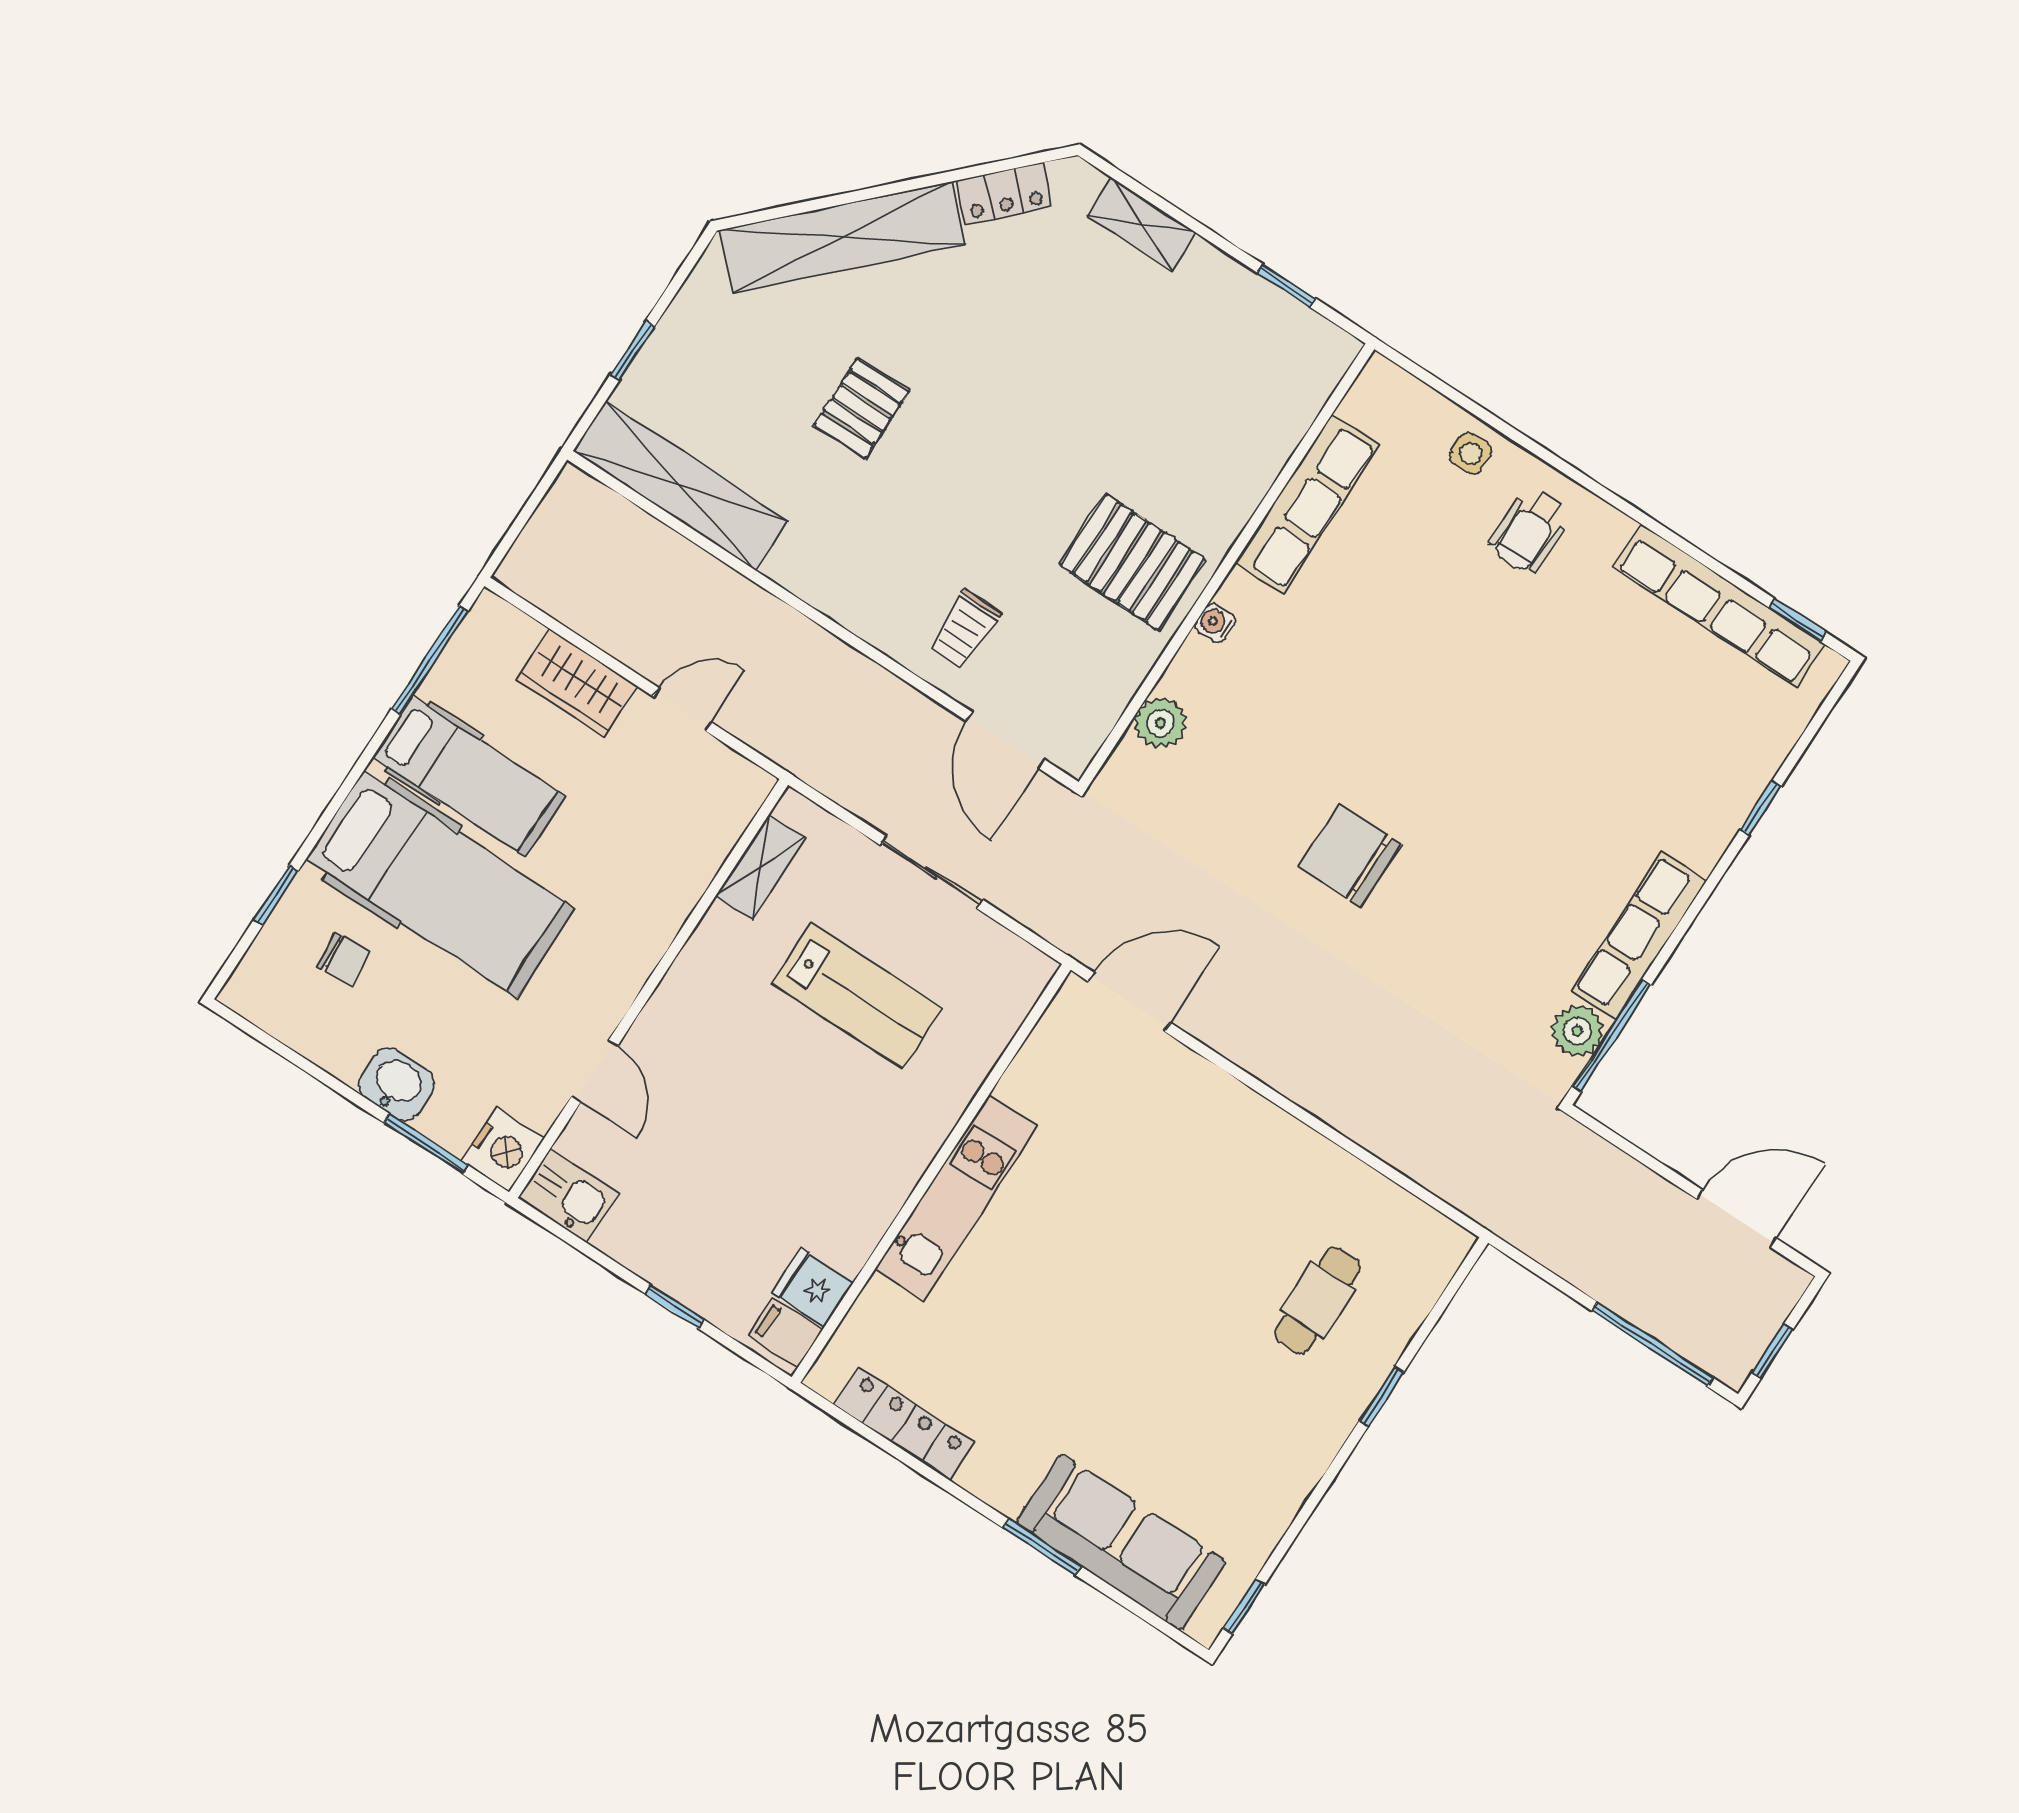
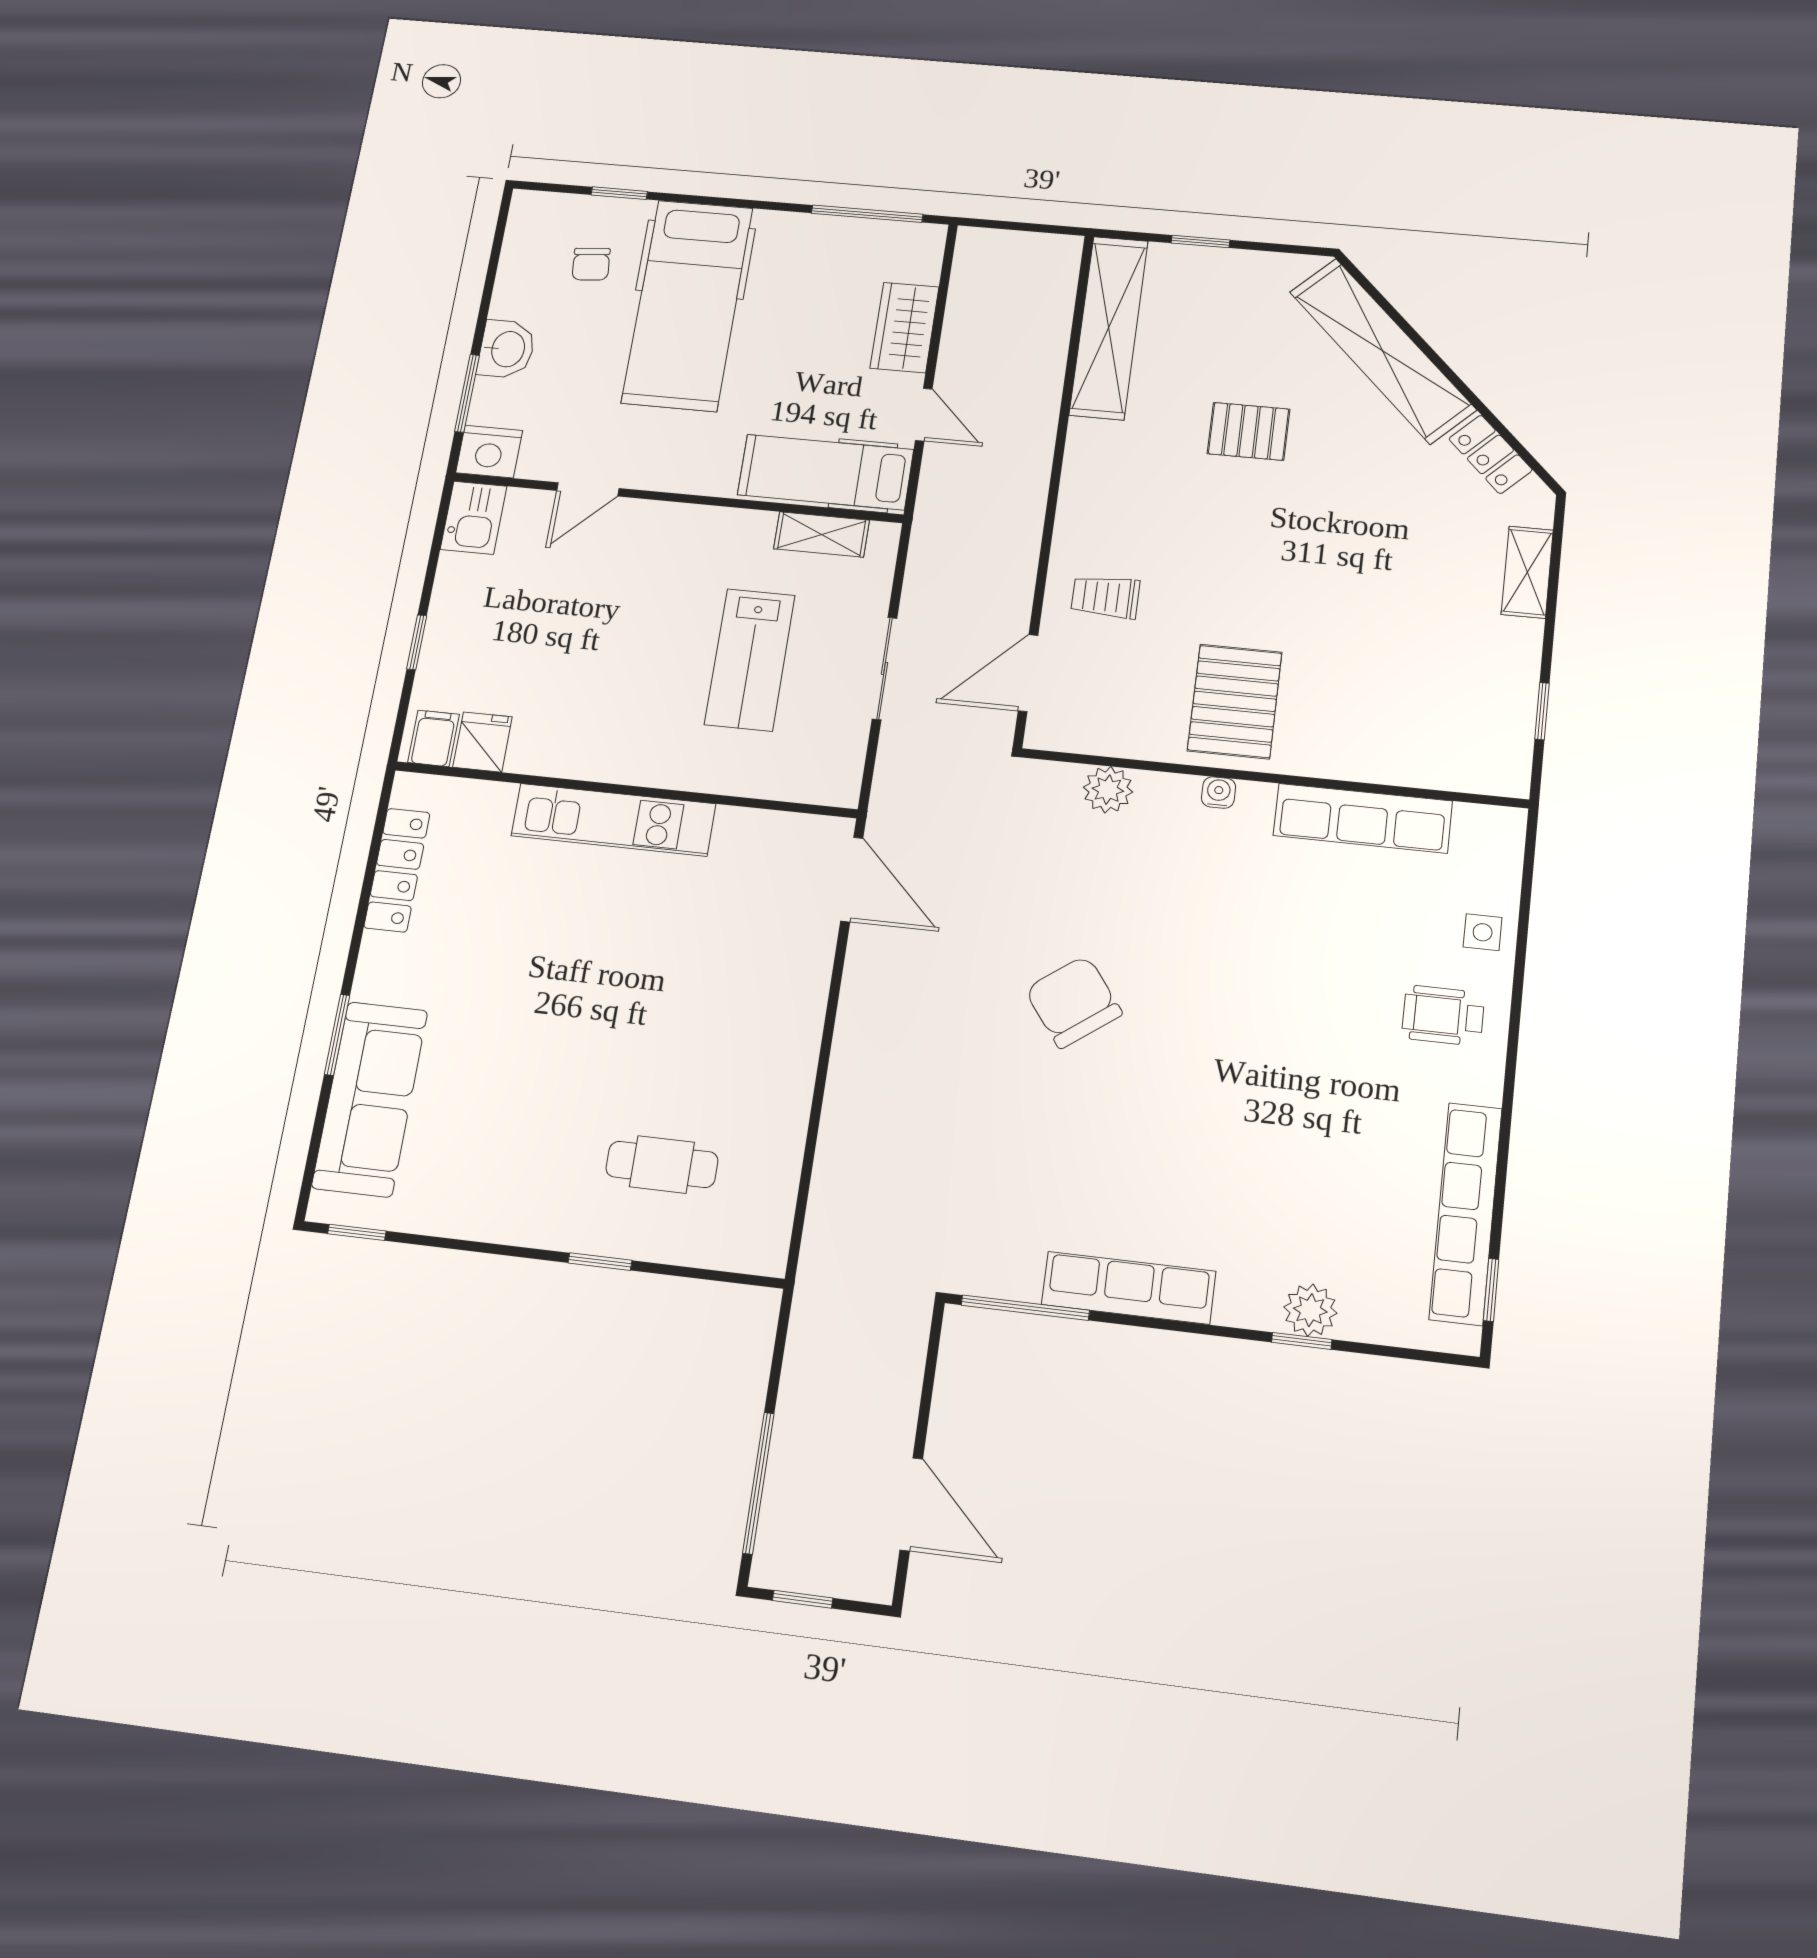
hospital bed: (469, 776) -> (826, 472), moved, turned 90
chair: (1350, 855) -> (1073, 1002), turned -37
plant: (1577, 1031) -> (1310, 1310), moved

